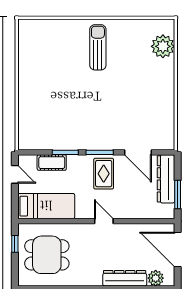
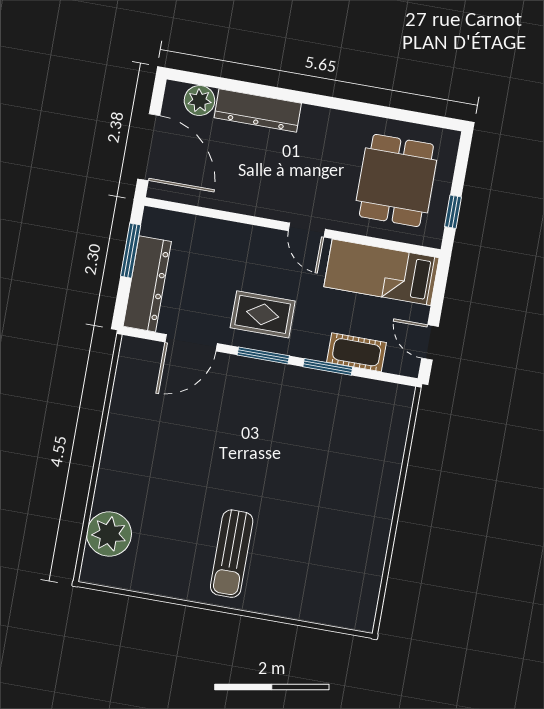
door: (138, 152) -> (191, 343), swing flipped
rug: (104, 174) -> (263, 314), turned 90
door: (104, 221) -> (307, 230), moved
dining table: (47, 255) -> (396, 180), turned 90

